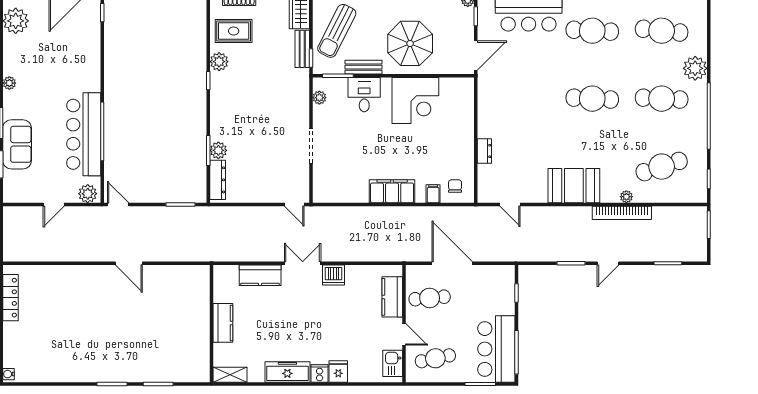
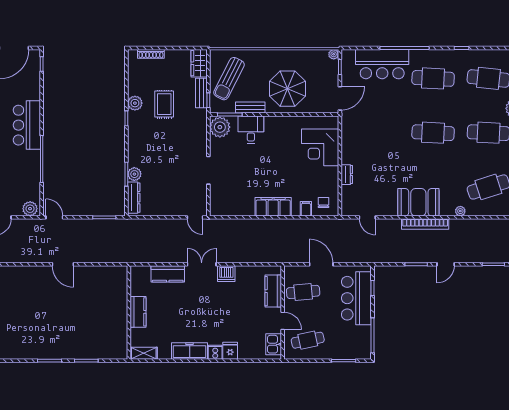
rug: (234, 31) -> (164, 104), moved, turned 90
plant: (319, 98) -> (220, 127), width x1.88, depth x1.88
corner desk: (415, 101) -> (320, 147), moved, turned 90
bar counter: (84, 134) -> (27, 125), moved, width x0.73
bookcase: (622, 213) -> (425, 224), moved
door: (452, 263) -> (321, 264), width x0.73
bar counter: (496, 349) -> (356, 298), moved

